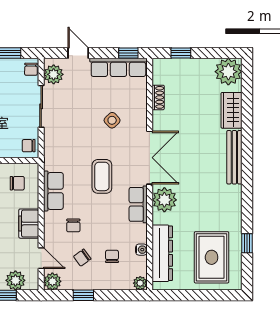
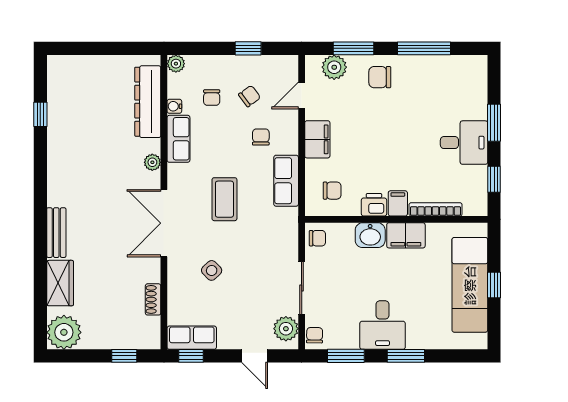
row of seats: (118, 67) -> (192, 338), width x0.68
bench: (234, 157) -> (56, 233), width x0.73
chair: (17, 183) -> (332, 191), turned 180
plant: (164, 200) -> (152, 162), width x0.53, depth x0.53
row of seats: (138, 204) -> (178, 139), moved
rug: (212, 257) -> (85, 96), removed
door: (41, 258) -> (302, 95), hinge flipped
plant: (52, 281) -> (287, 66), removed

